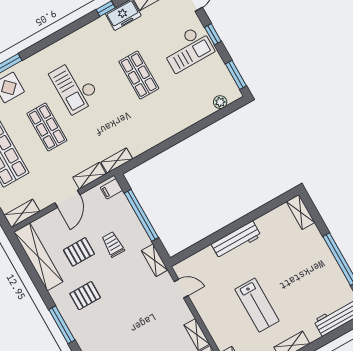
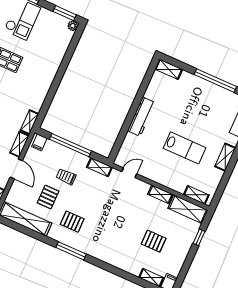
plant: (220, 102) -> (73, 26), moved
pallet: (85, 296) -> (72, 222), turned 90

